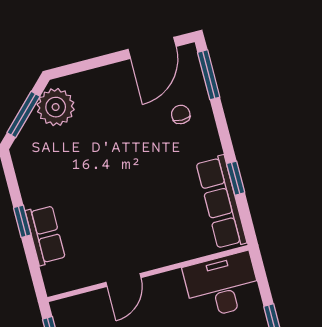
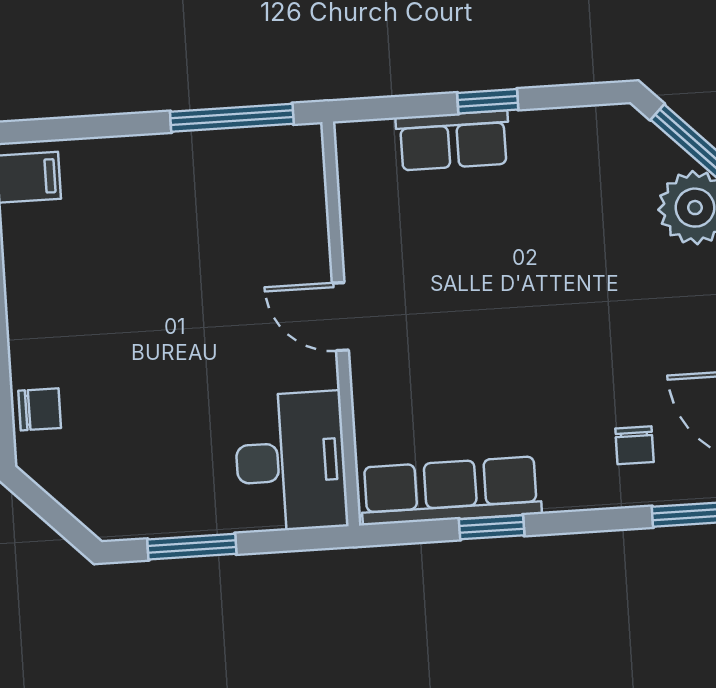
chair: (181, 114) -> (634, 445), turned 90
door: (123, 280) -> (340, 317), moved

